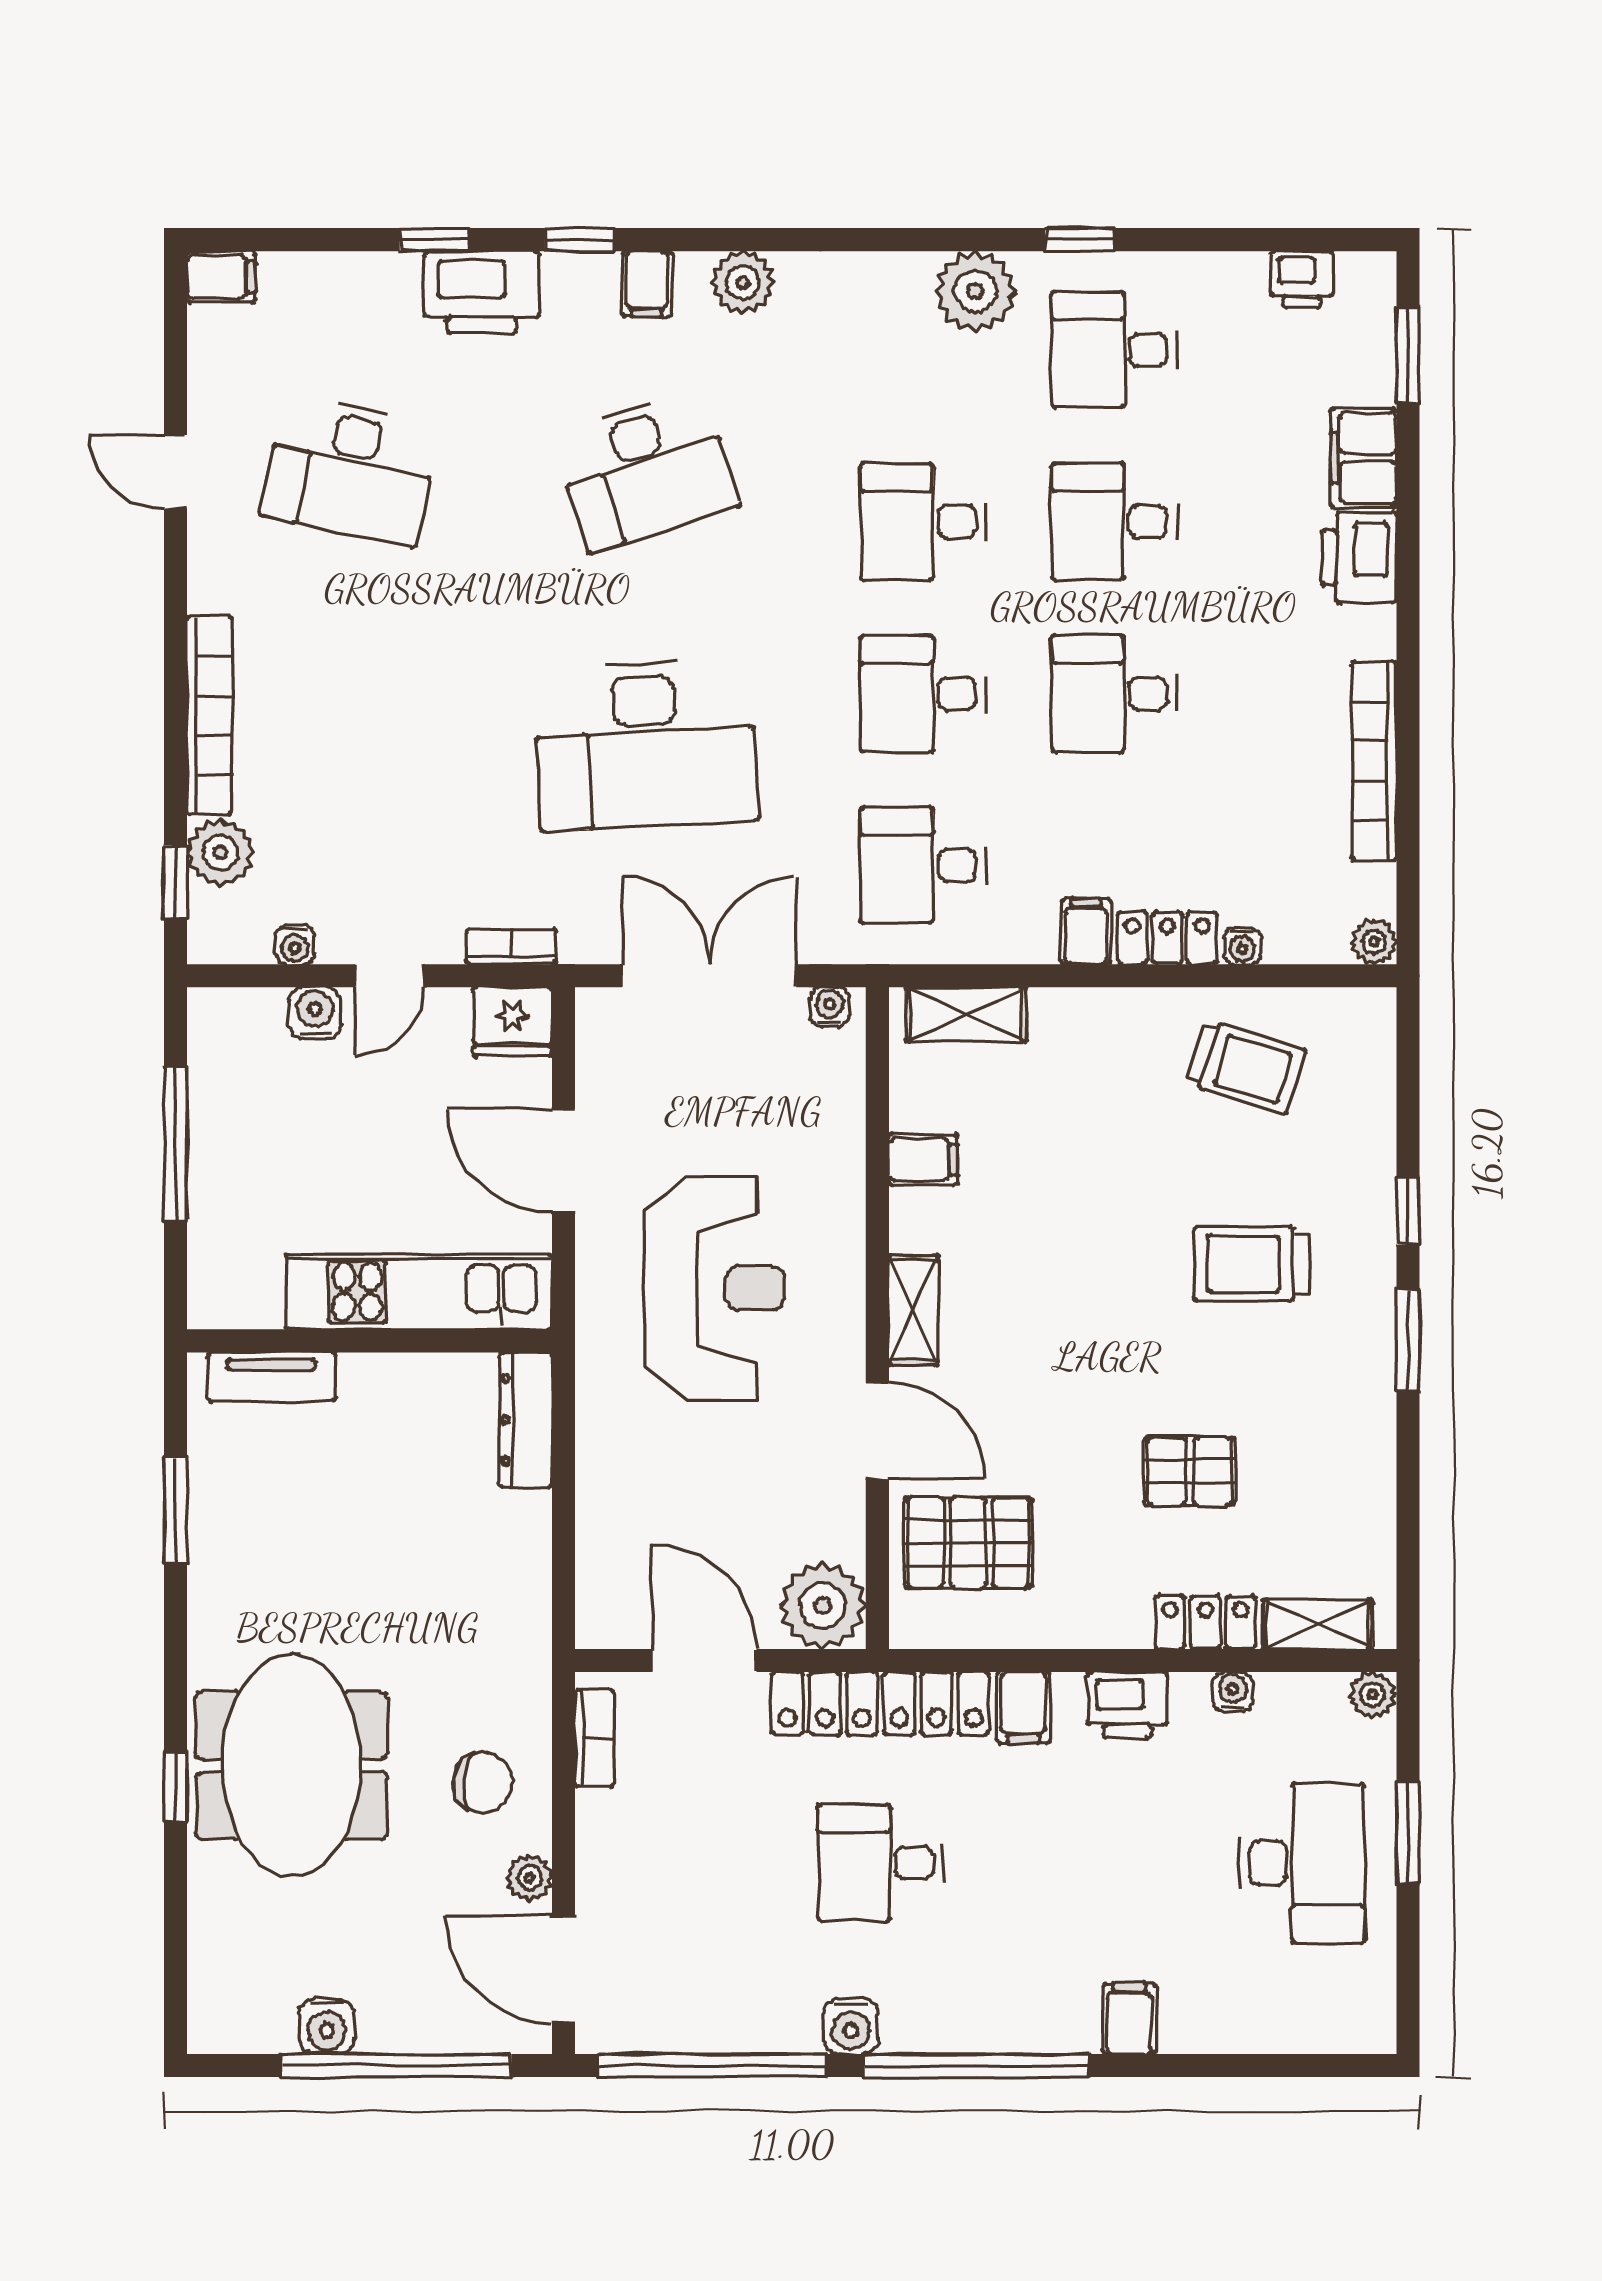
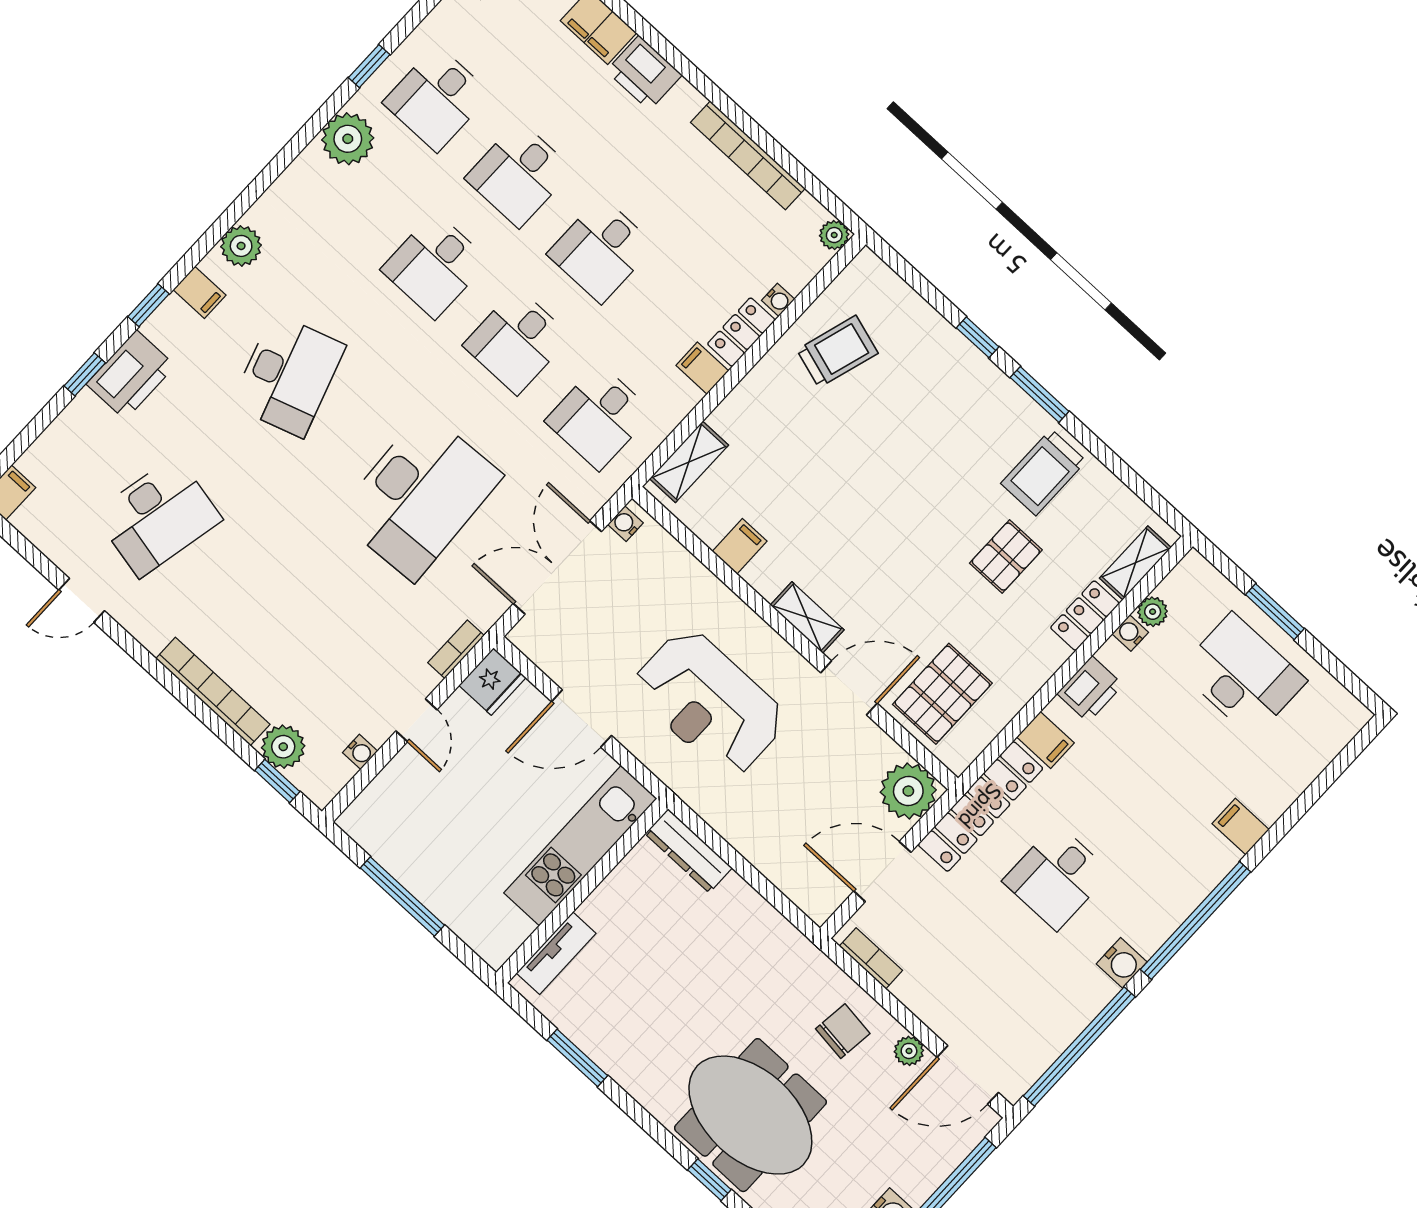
water cooler: (315, 1013) -> (402, 772), removed
trolley: (1251, 1264) -> (1044, 472), moved
reception desk: (715, 1288) -> (709, 703), turned 180
plant: (1372, 1695) -> (1153, 612), moved

